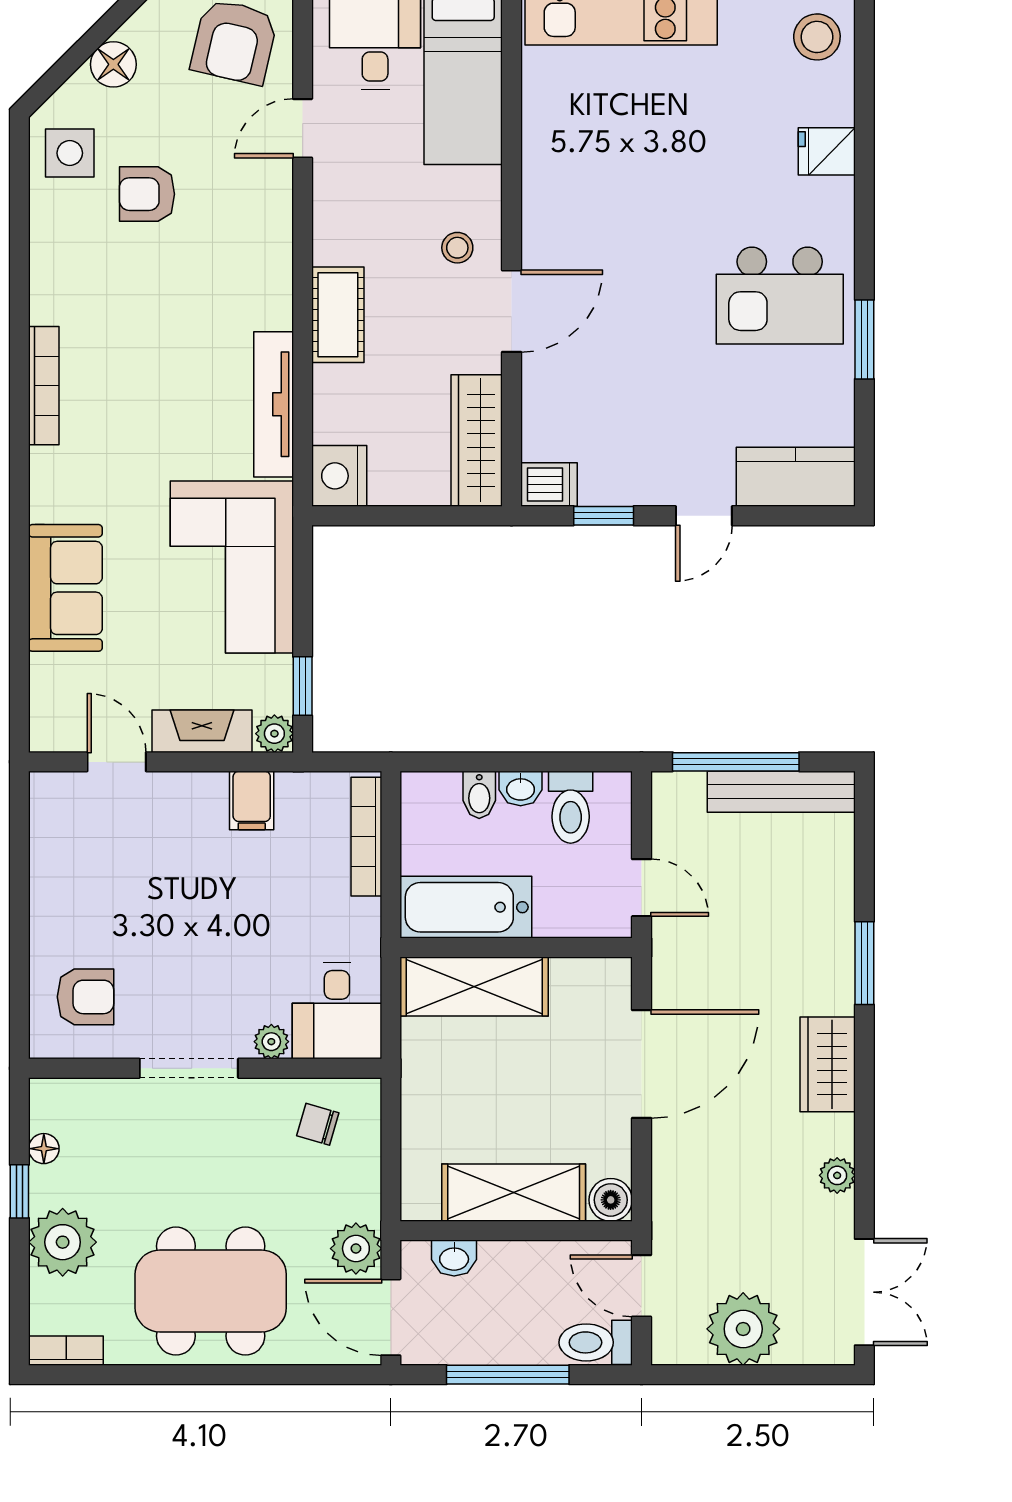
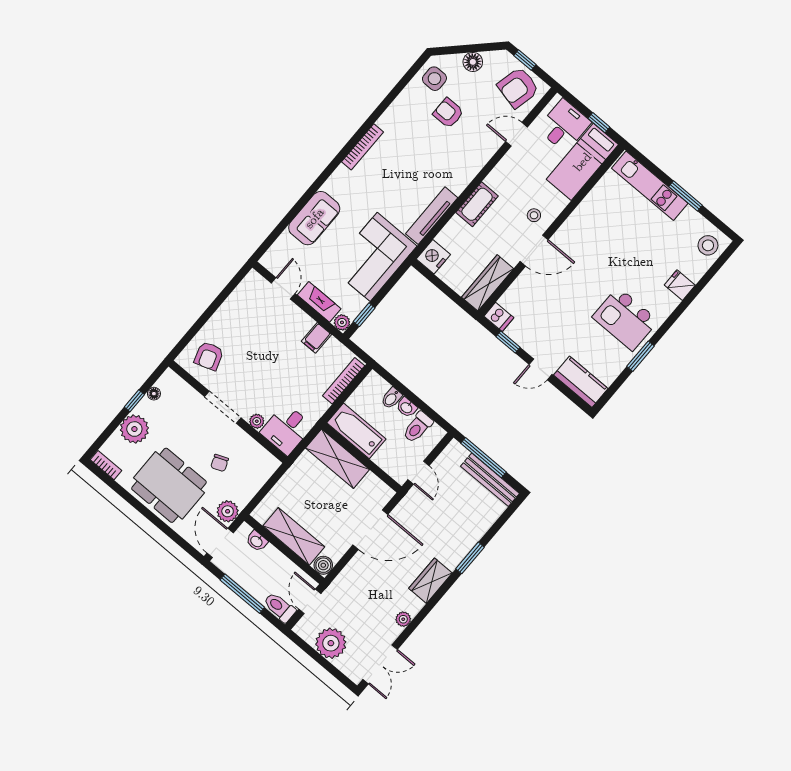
armchair: (86, 997) -> (209, 356), turned 71
chair: (318, 1124) -> (220, 463), moved, turned -128

